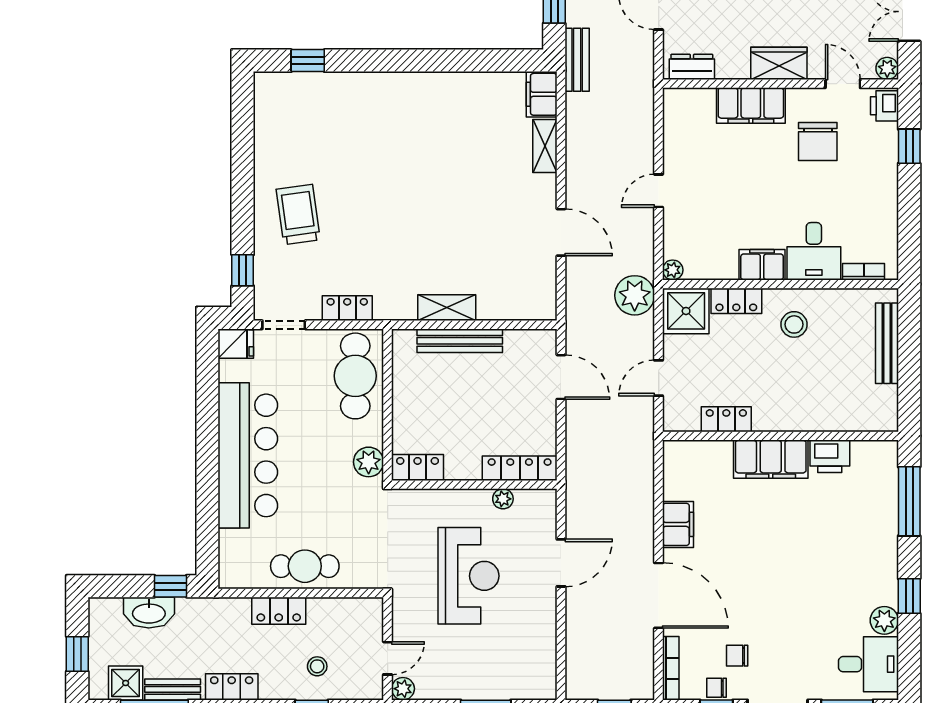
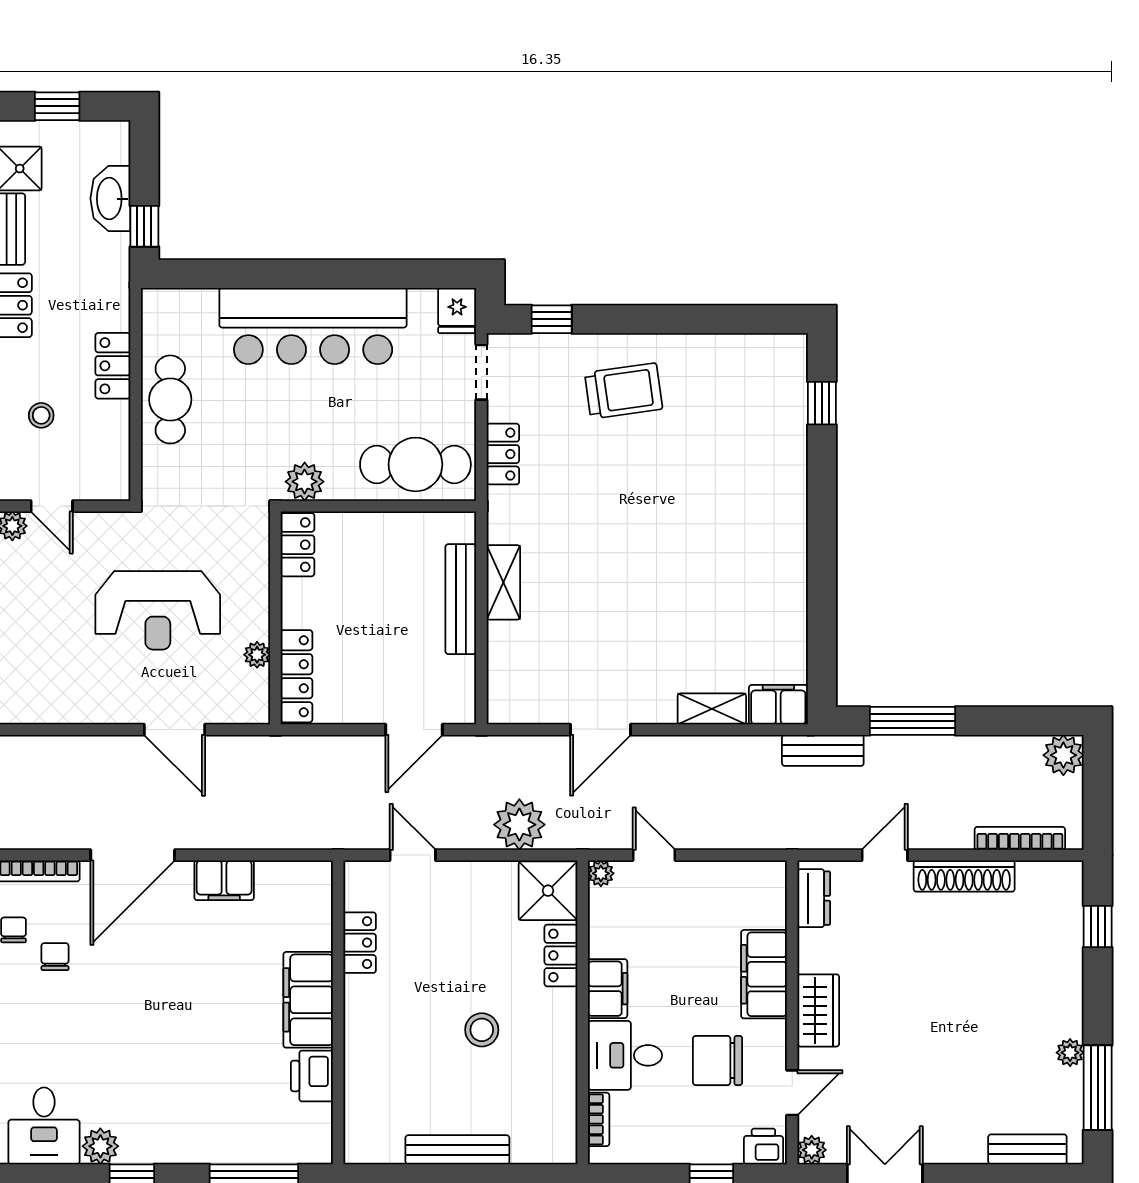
desk: (814, 251) -> (625, 1055), moved
filing cabinet: (762, 265) -> (608, 989), moved
plant: (673, 270) -> (601, 873), moved
bookcase: (864, 272) -> (599, 1119), moved
wall: (780, 284) -> (583, 1012), moved
locker: (736, 301) -> (561, 955), moved
shower: (686, 311) -> (548, 891), moved

